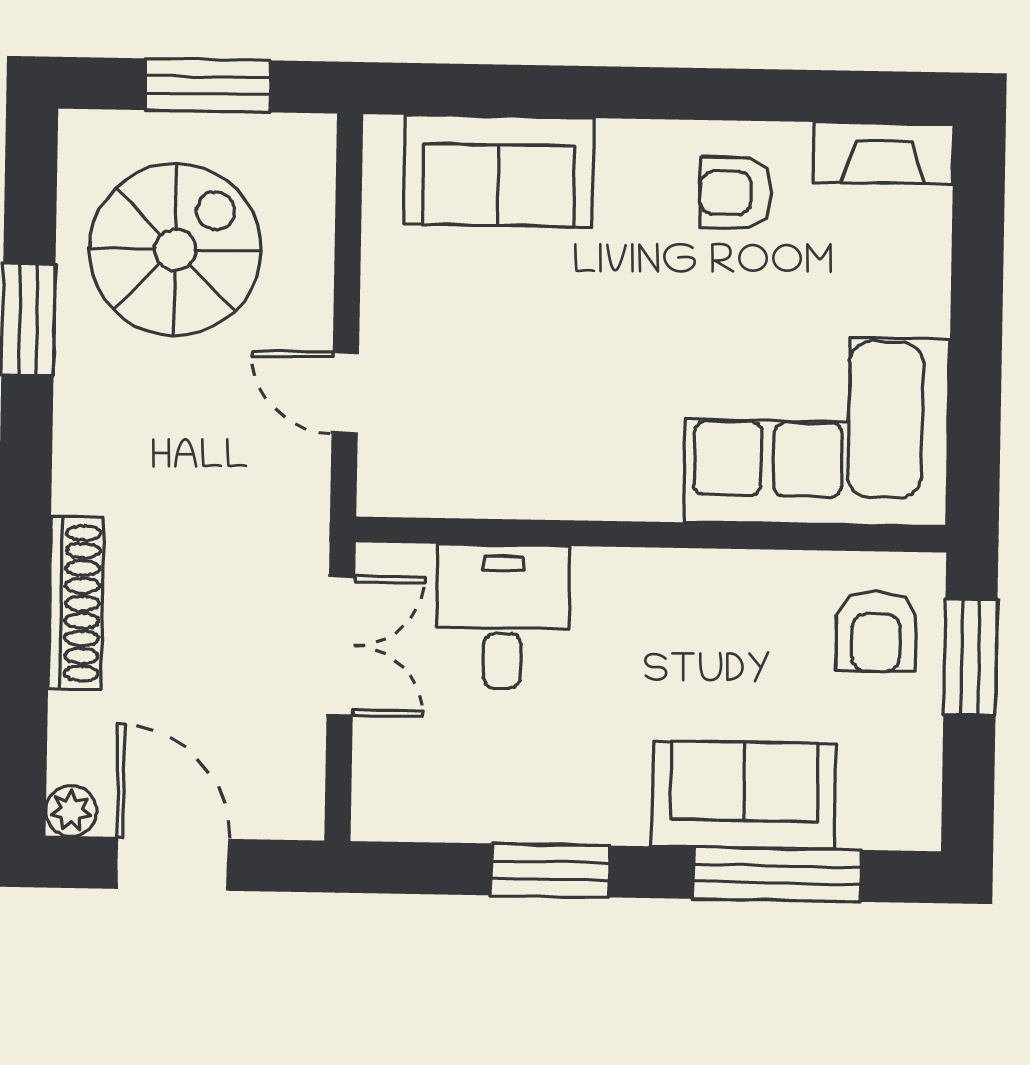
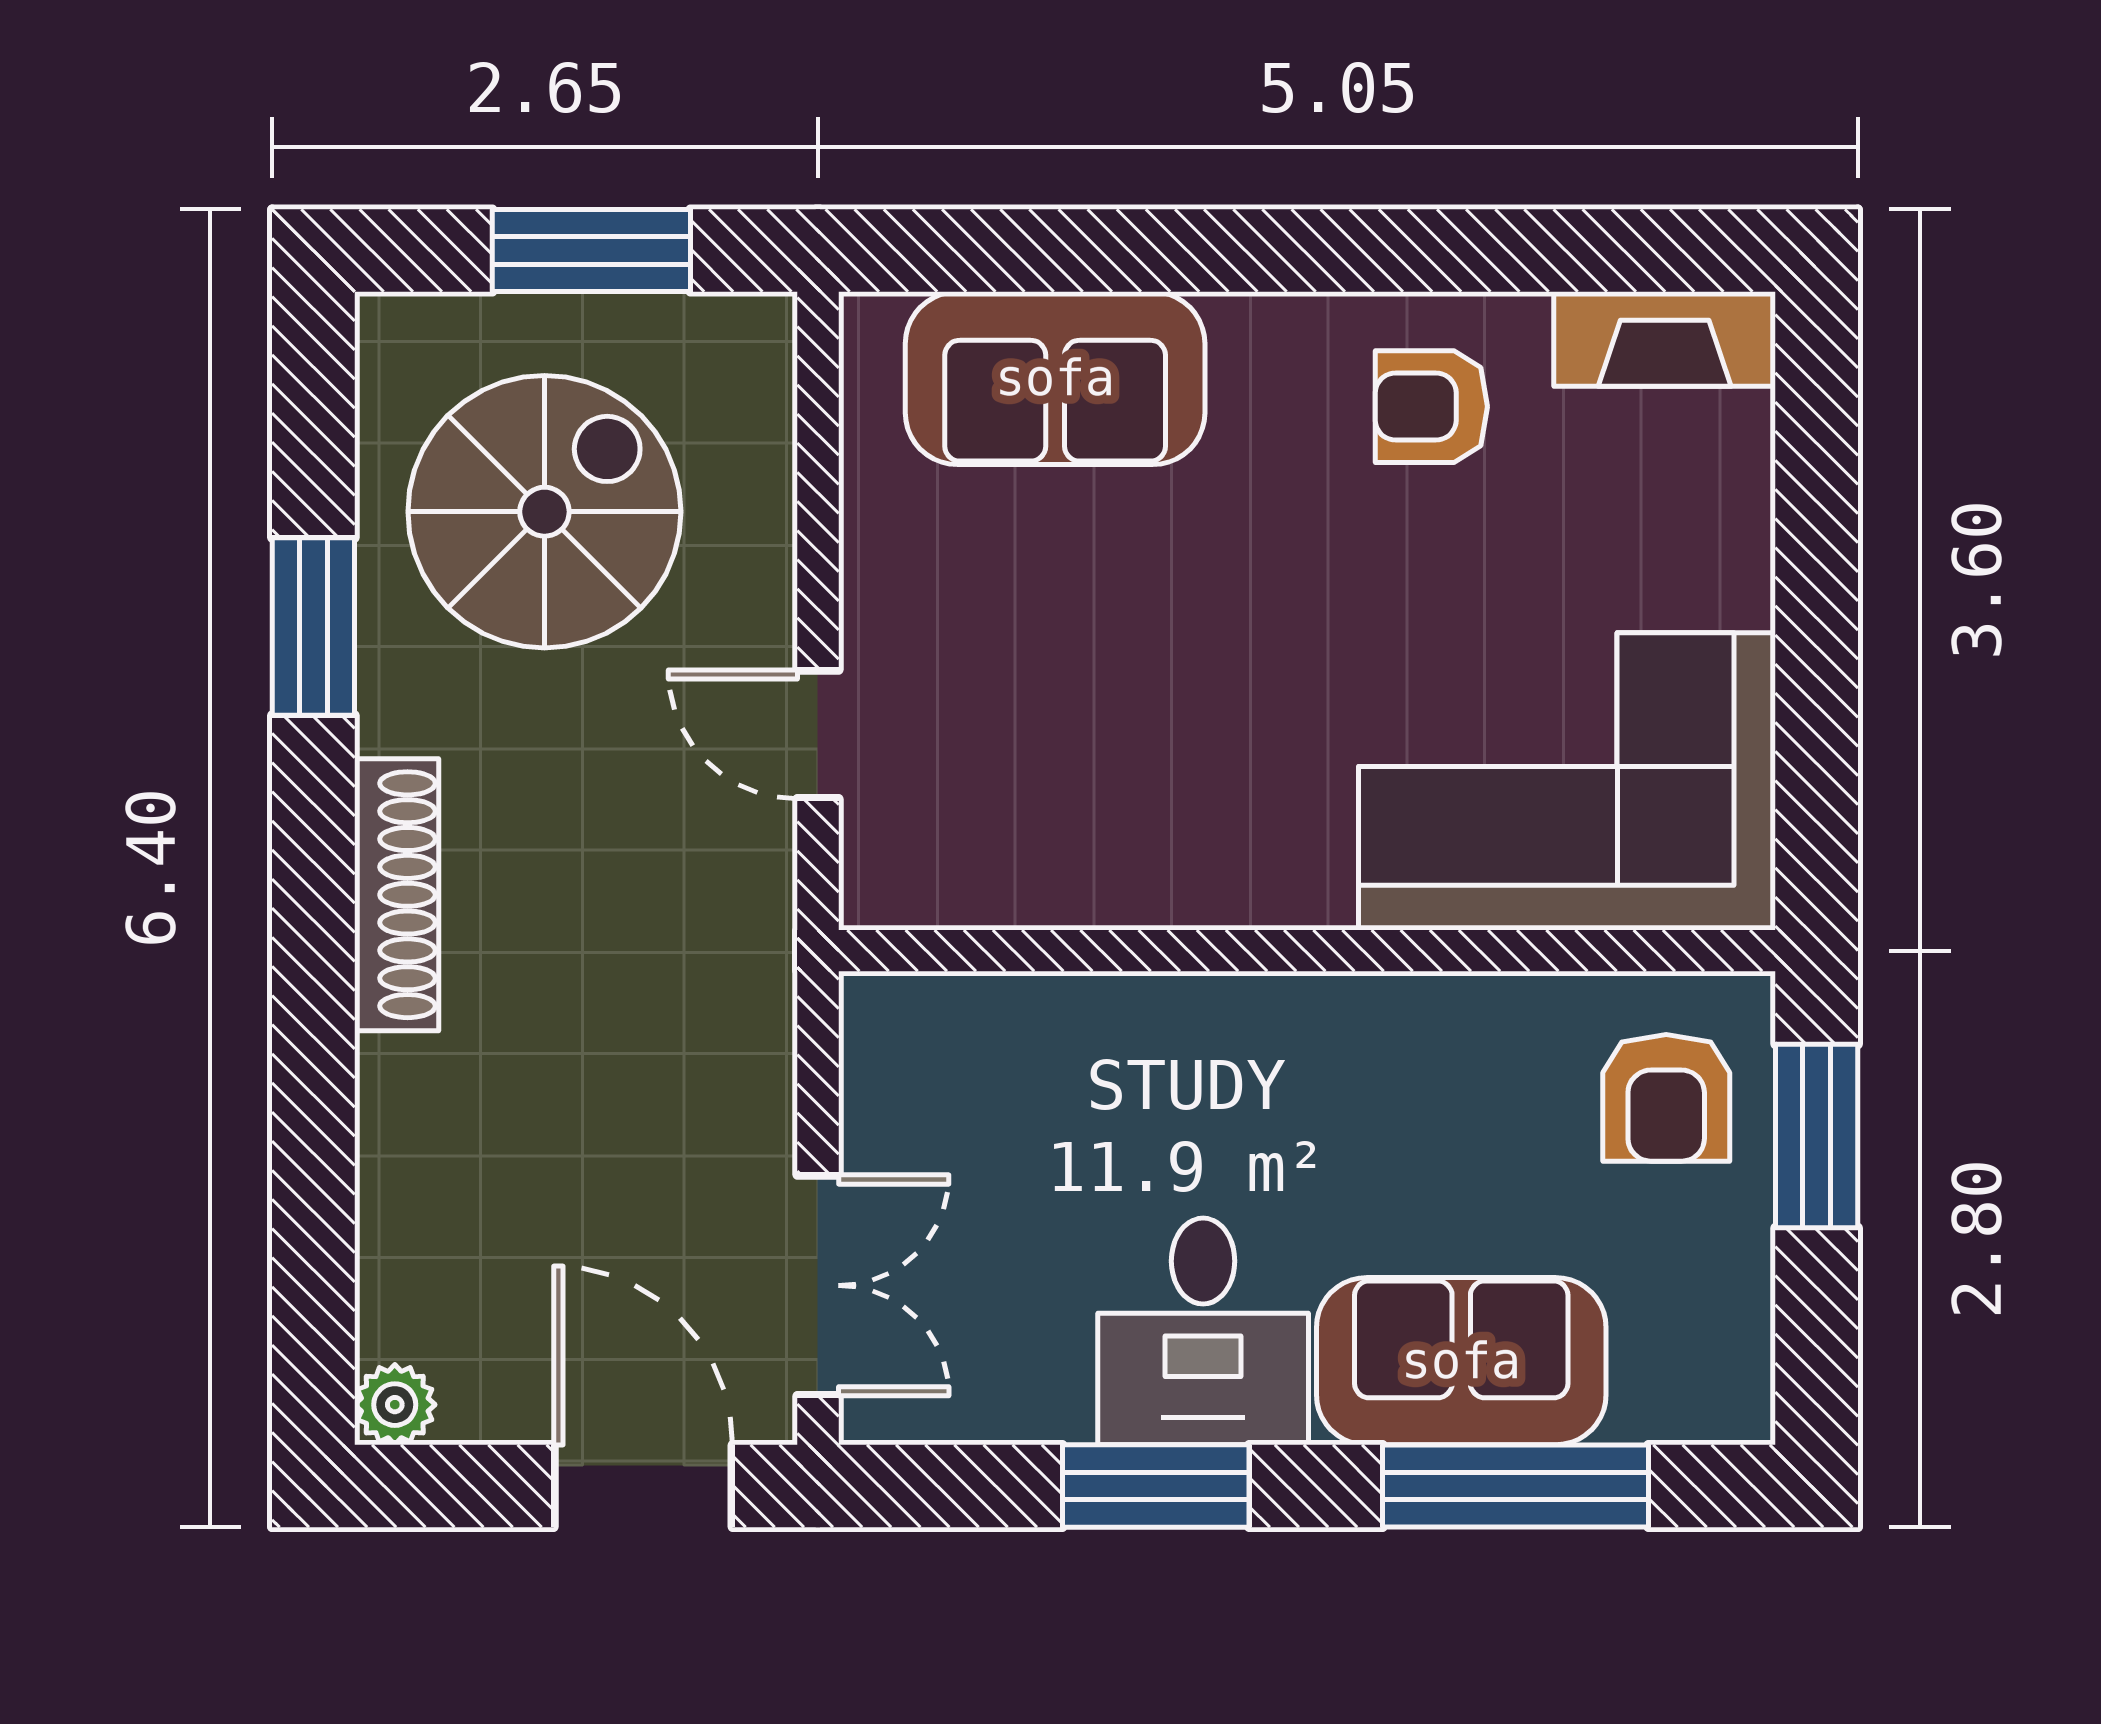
shoe rack: (76, 603) -> (397, 895), moved
desk: (503, 617) -> (1203, 1331), moved, turned 180
double door: (341, 645) -> (818, 1285), moved
door: (173, 864) -> (643, 1486), moved

